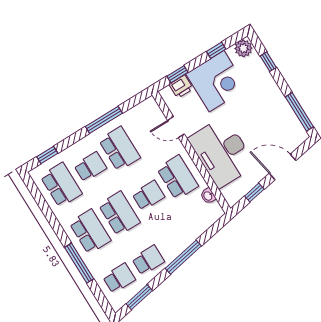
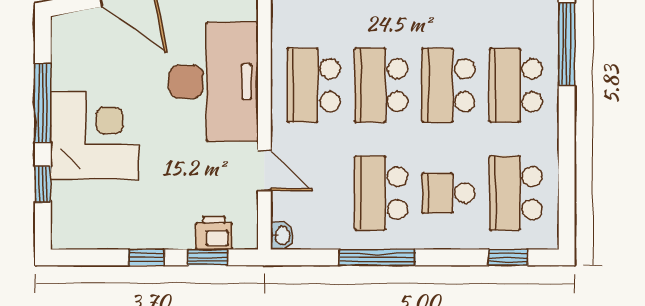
plant: (243, 48) -> (70, 232), removed
window: (216, 50) -> (146, 257), moved
corner desk: (217, 81) -> (95, 136), moved, turned 90
window: (299, 112) -> (43, 103), moved
school desk: (148, 195) -> (381, 85), width x1.85
washbasin: (208, 196) -> (282, 236), moved

